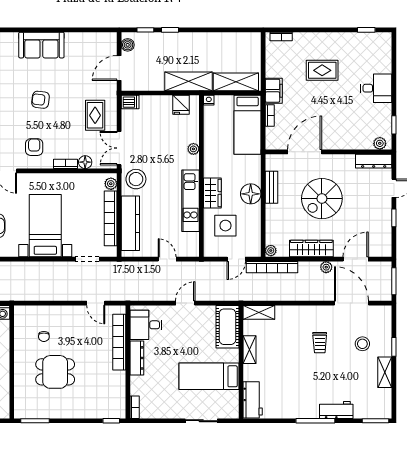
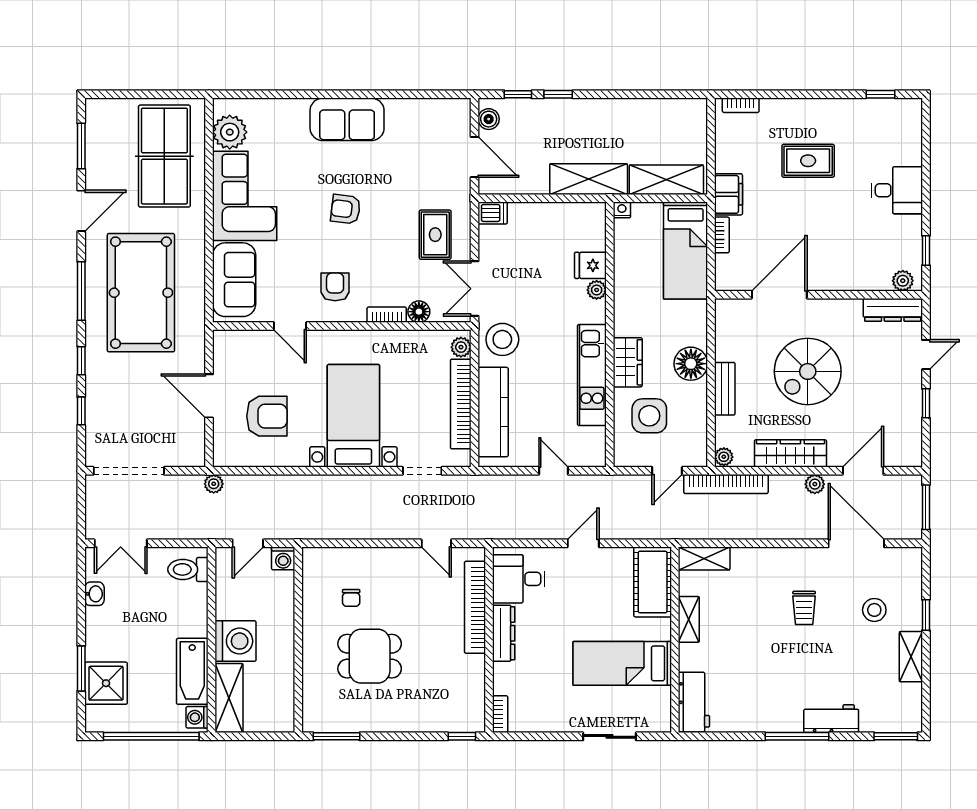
door: (119, 68) -> (475, 157), swing flipped
fridge: (181, 105) -> (590, 265), moved, turned 90
bench: (271, 187) -> (725, 389), moved

